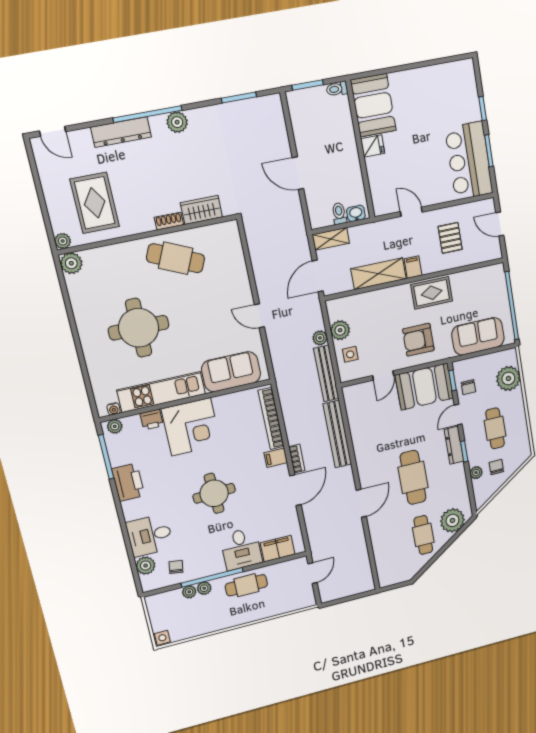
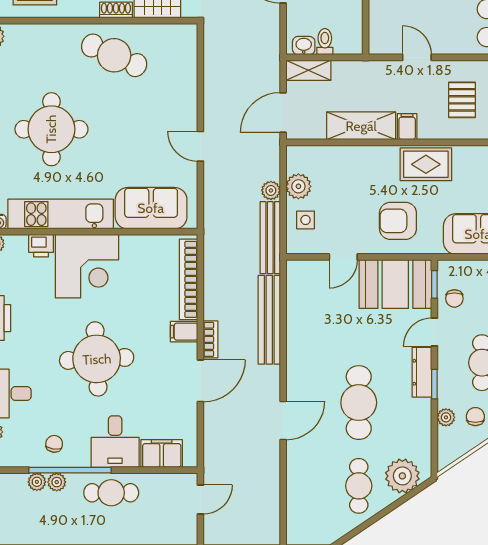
washbasin: (356, 213) -> (304, 46), moved
round table: (214, 493) -> (97, 359), width x1.36, depth x1.36
chair: (176, 567) -> (54, 444), moved

